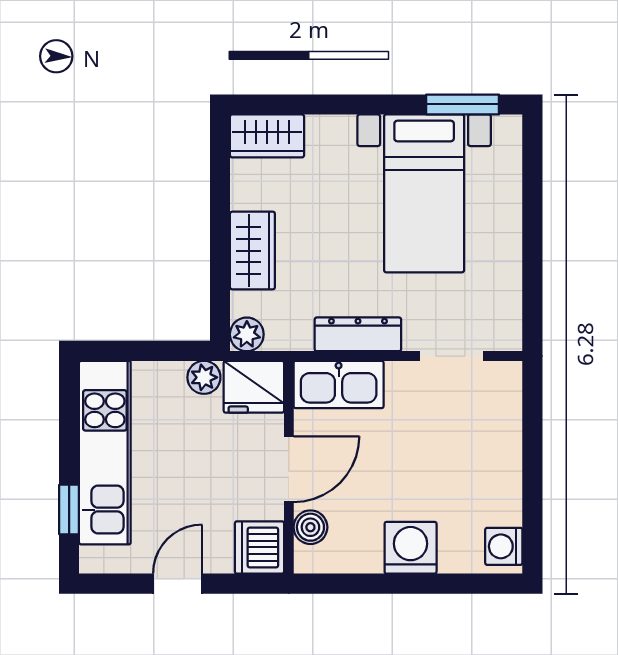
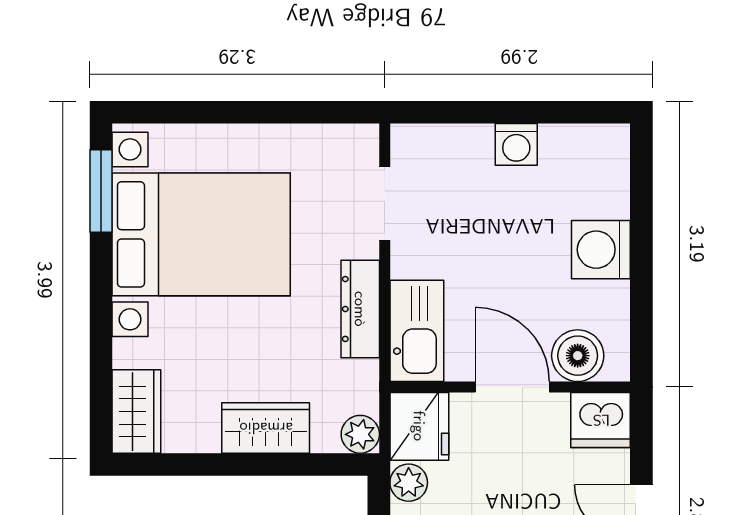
bed with nightstands: (424, 193) -> (201, 234), width x1.36
boiler: (310, 527) -> (578, 356), width x1.36, depth x1.36
washing machine: (504, 546) -> (516, 144), moved

